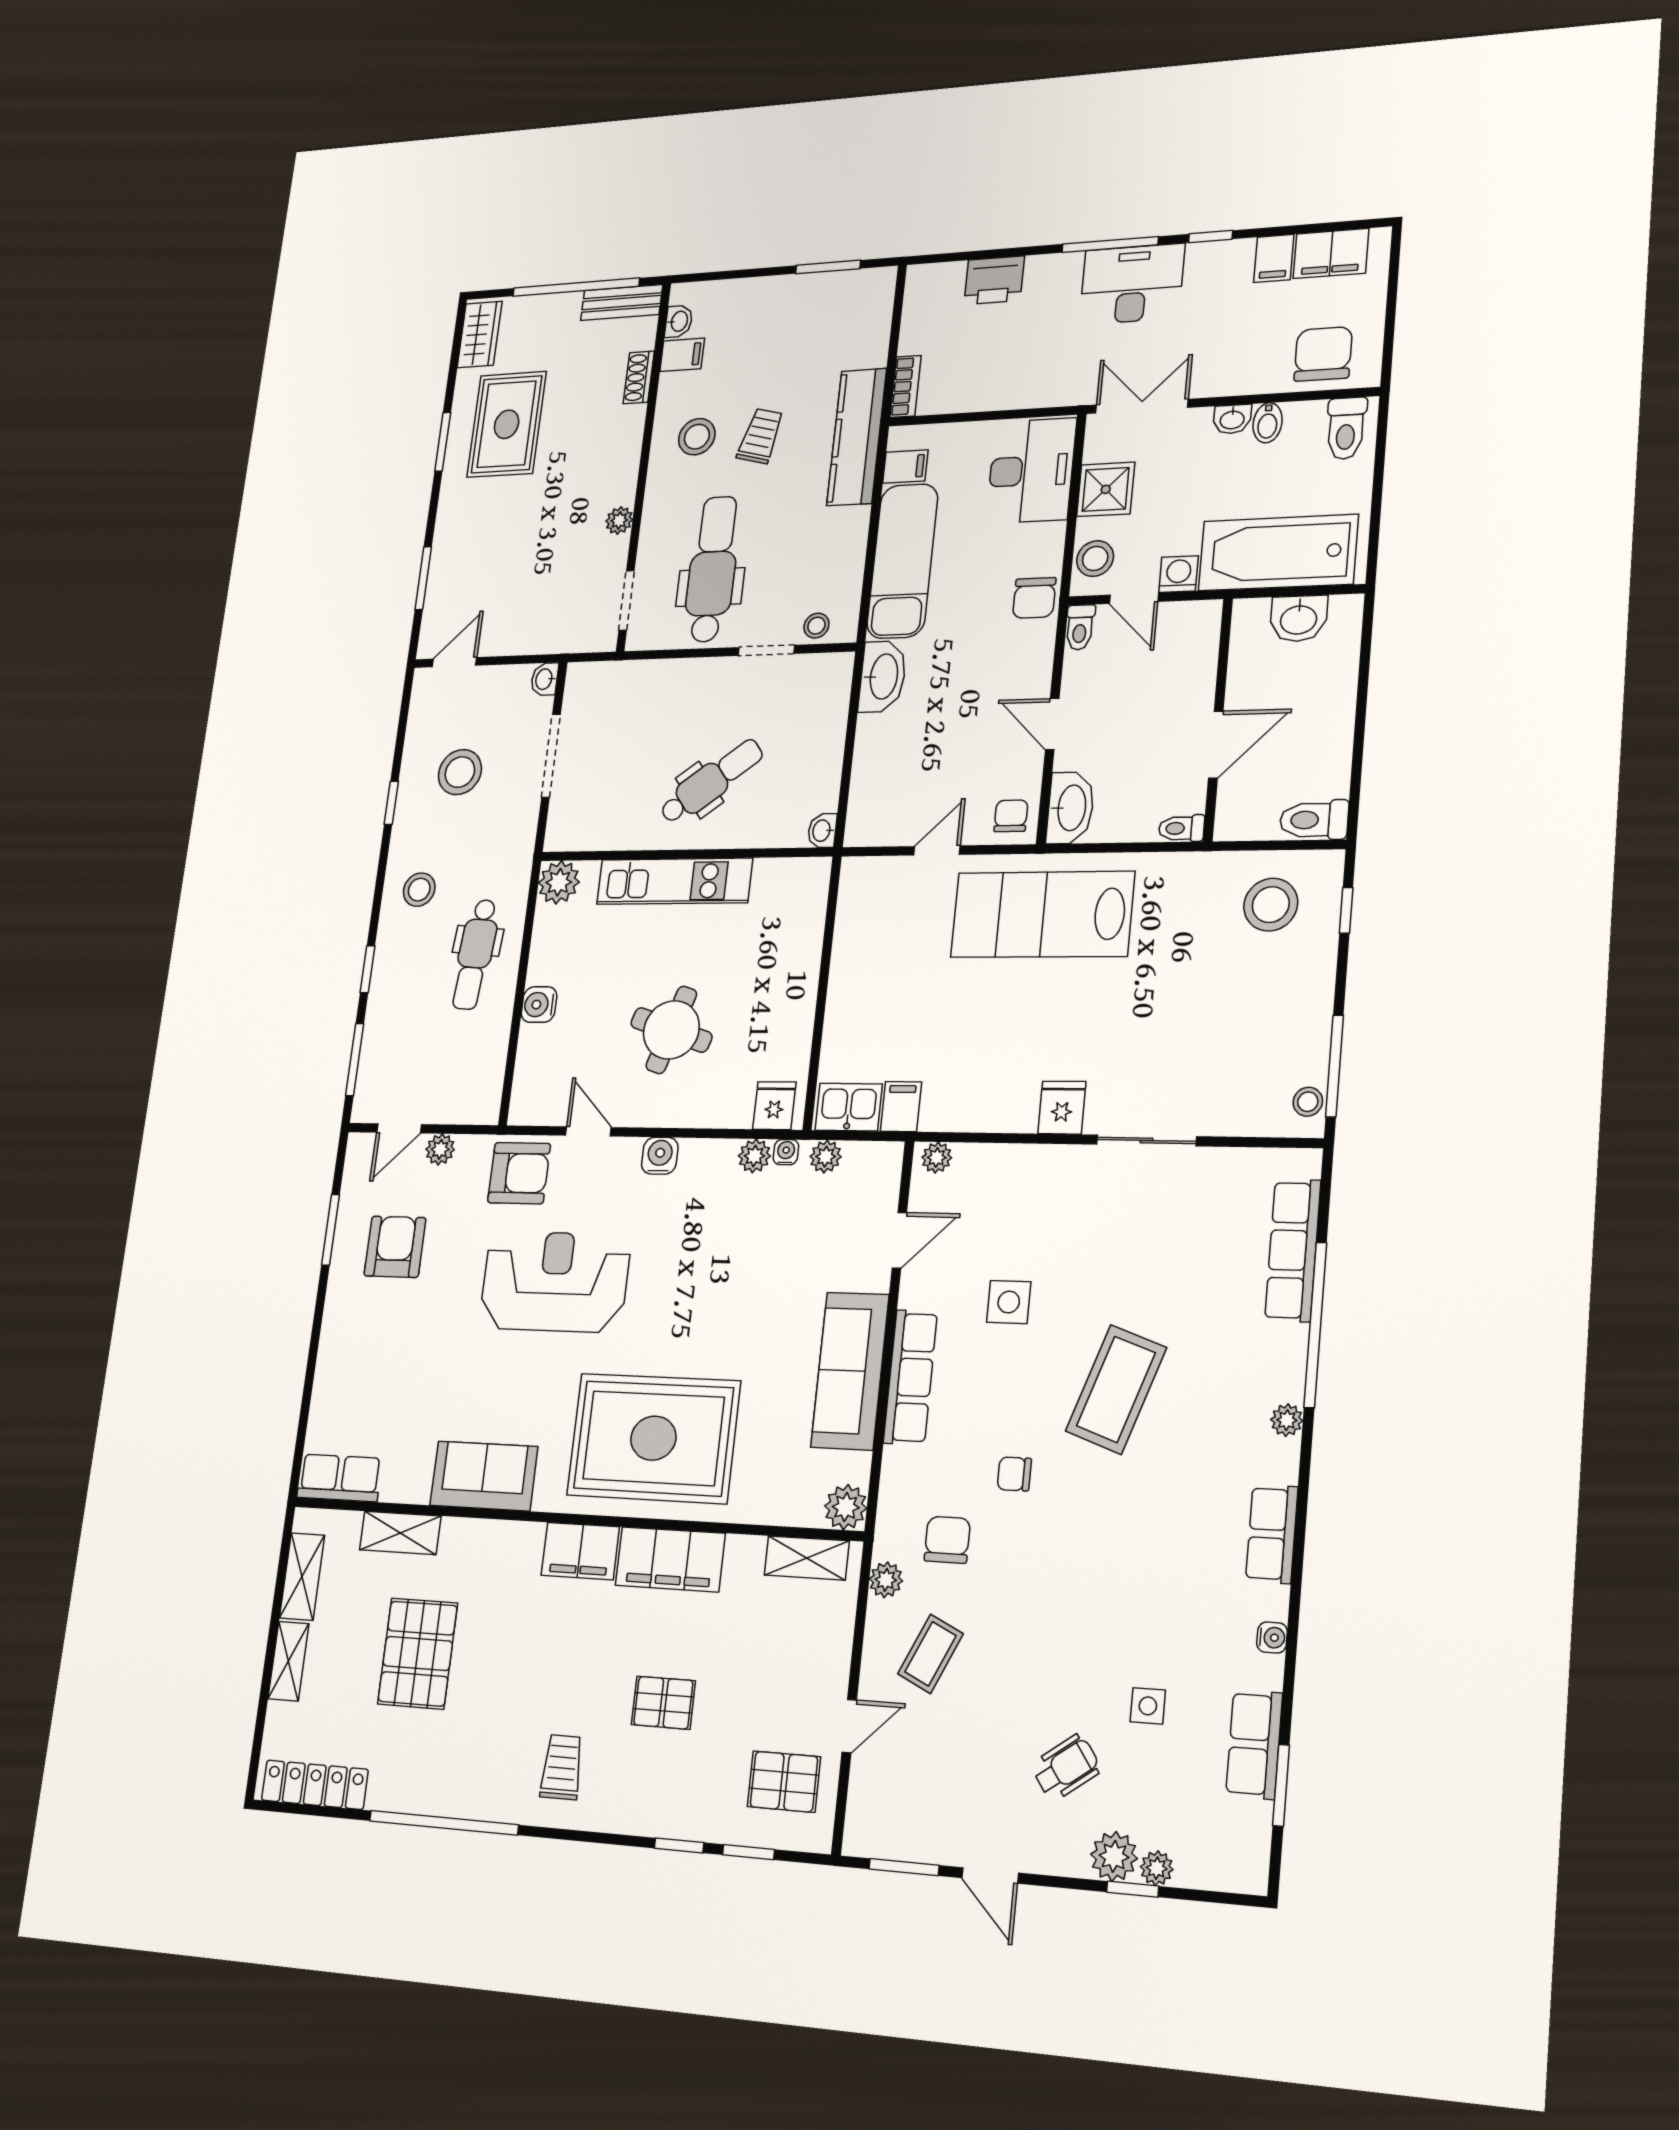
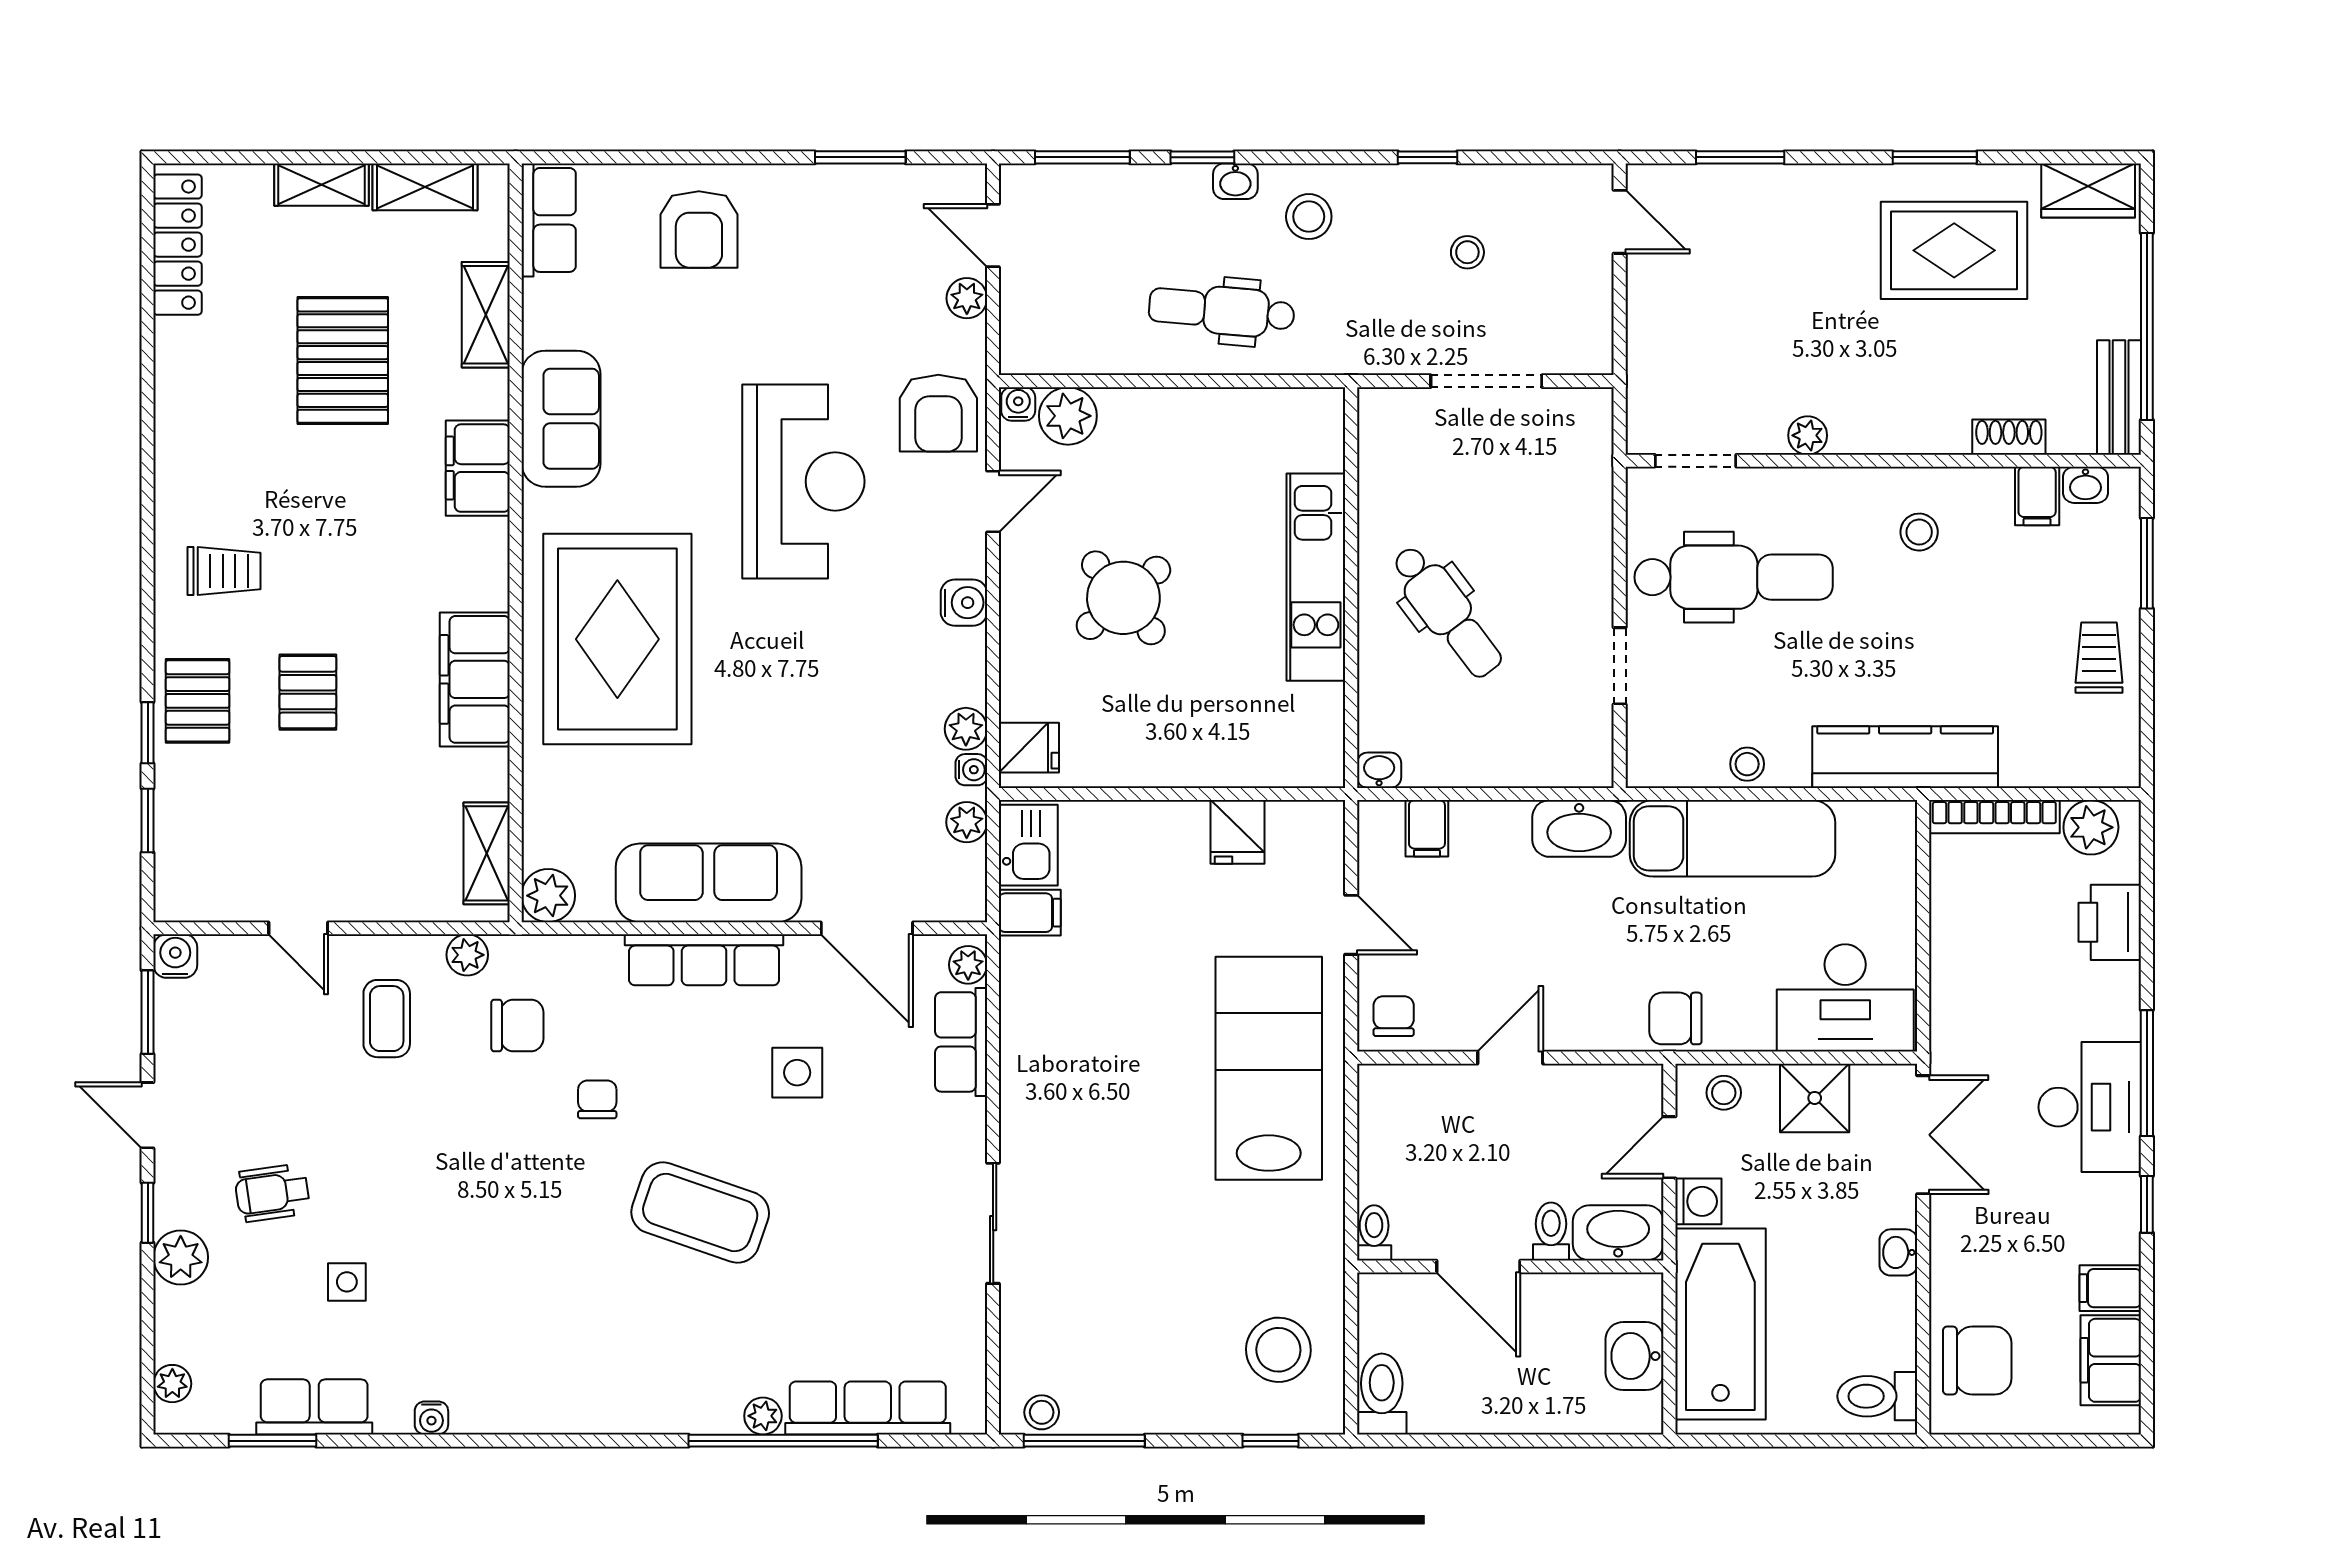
window: (828, 267) -> (2147, 563), moved
plant: (923, 299) -> (2091, 827), added
bookcase: (906, 386) -> (1994, 817), width x1.56
bidet: (1268, 423) -> (1891, 1298), removed
trolley: (760, 436) -> (2099, 658), moved, turned -104
stool: (697, 437) -> (1919, 532), width x0.73, depth x0.73
filing cabinet: (905, 467) -> (1427, 828), moved
stool: (1095, 559) -> (1724, 1093), width x0.73, depth x0.73
stool: (816, 626) -> (1747, 764), moved
toilet: (1080, 627) -> (1551, 1231), moved, turned 90
washbasin: (545, 679) -> (1235, 181), moved, turned 180
stool: (460, 772) -> (1467, 252), width x0.53, depth x0.53
washbasin: (1070, 808) -> (1618, 1233), moved, turned 180
chair: (1011, 816) -> (1394, 1016), turned -90
plant: (559, 882) -> (1068, 416), moved
water cooler: (539, 1005) -> (1018, 404), moved, width x0.72, depth x0.72
round table: (671, 1030) -> (1123, 598), turned 32
fridge: (1062, 1108) -> (1238, 832), moved, turned 90
door: (899, 1240) -> (867, 928), width x1.38
armchair: (395, 1247) -> (699, 229), moved, turned 90
plant: (1287, 1420) -> (763, 1416), moved
row of seats: (1272, 1534) -> (961, 1042), moved, turned -90
filing cabinet: (580, 1551) -> (478, 468), moved
pallet: (418, 1653) -> (343, 361), turned 90
coffee table: (930, 1654) -> (387, 1019), turned 65
wheelchair: (1066, 1768) -> (272, 1193), turned 118
pallet: (784, 1782) -> (198, 701), moved
window: (444, 1823) -> (148, 425), removed
water cooler: (861, 1838) -> (175, 956), added
plant: (1157, 1868) -> (172, 1384), moved
door: (990, 1875) -> (148, 1115), hinge flipped
window: (1133, 1889) -> (148, 1213), moved

